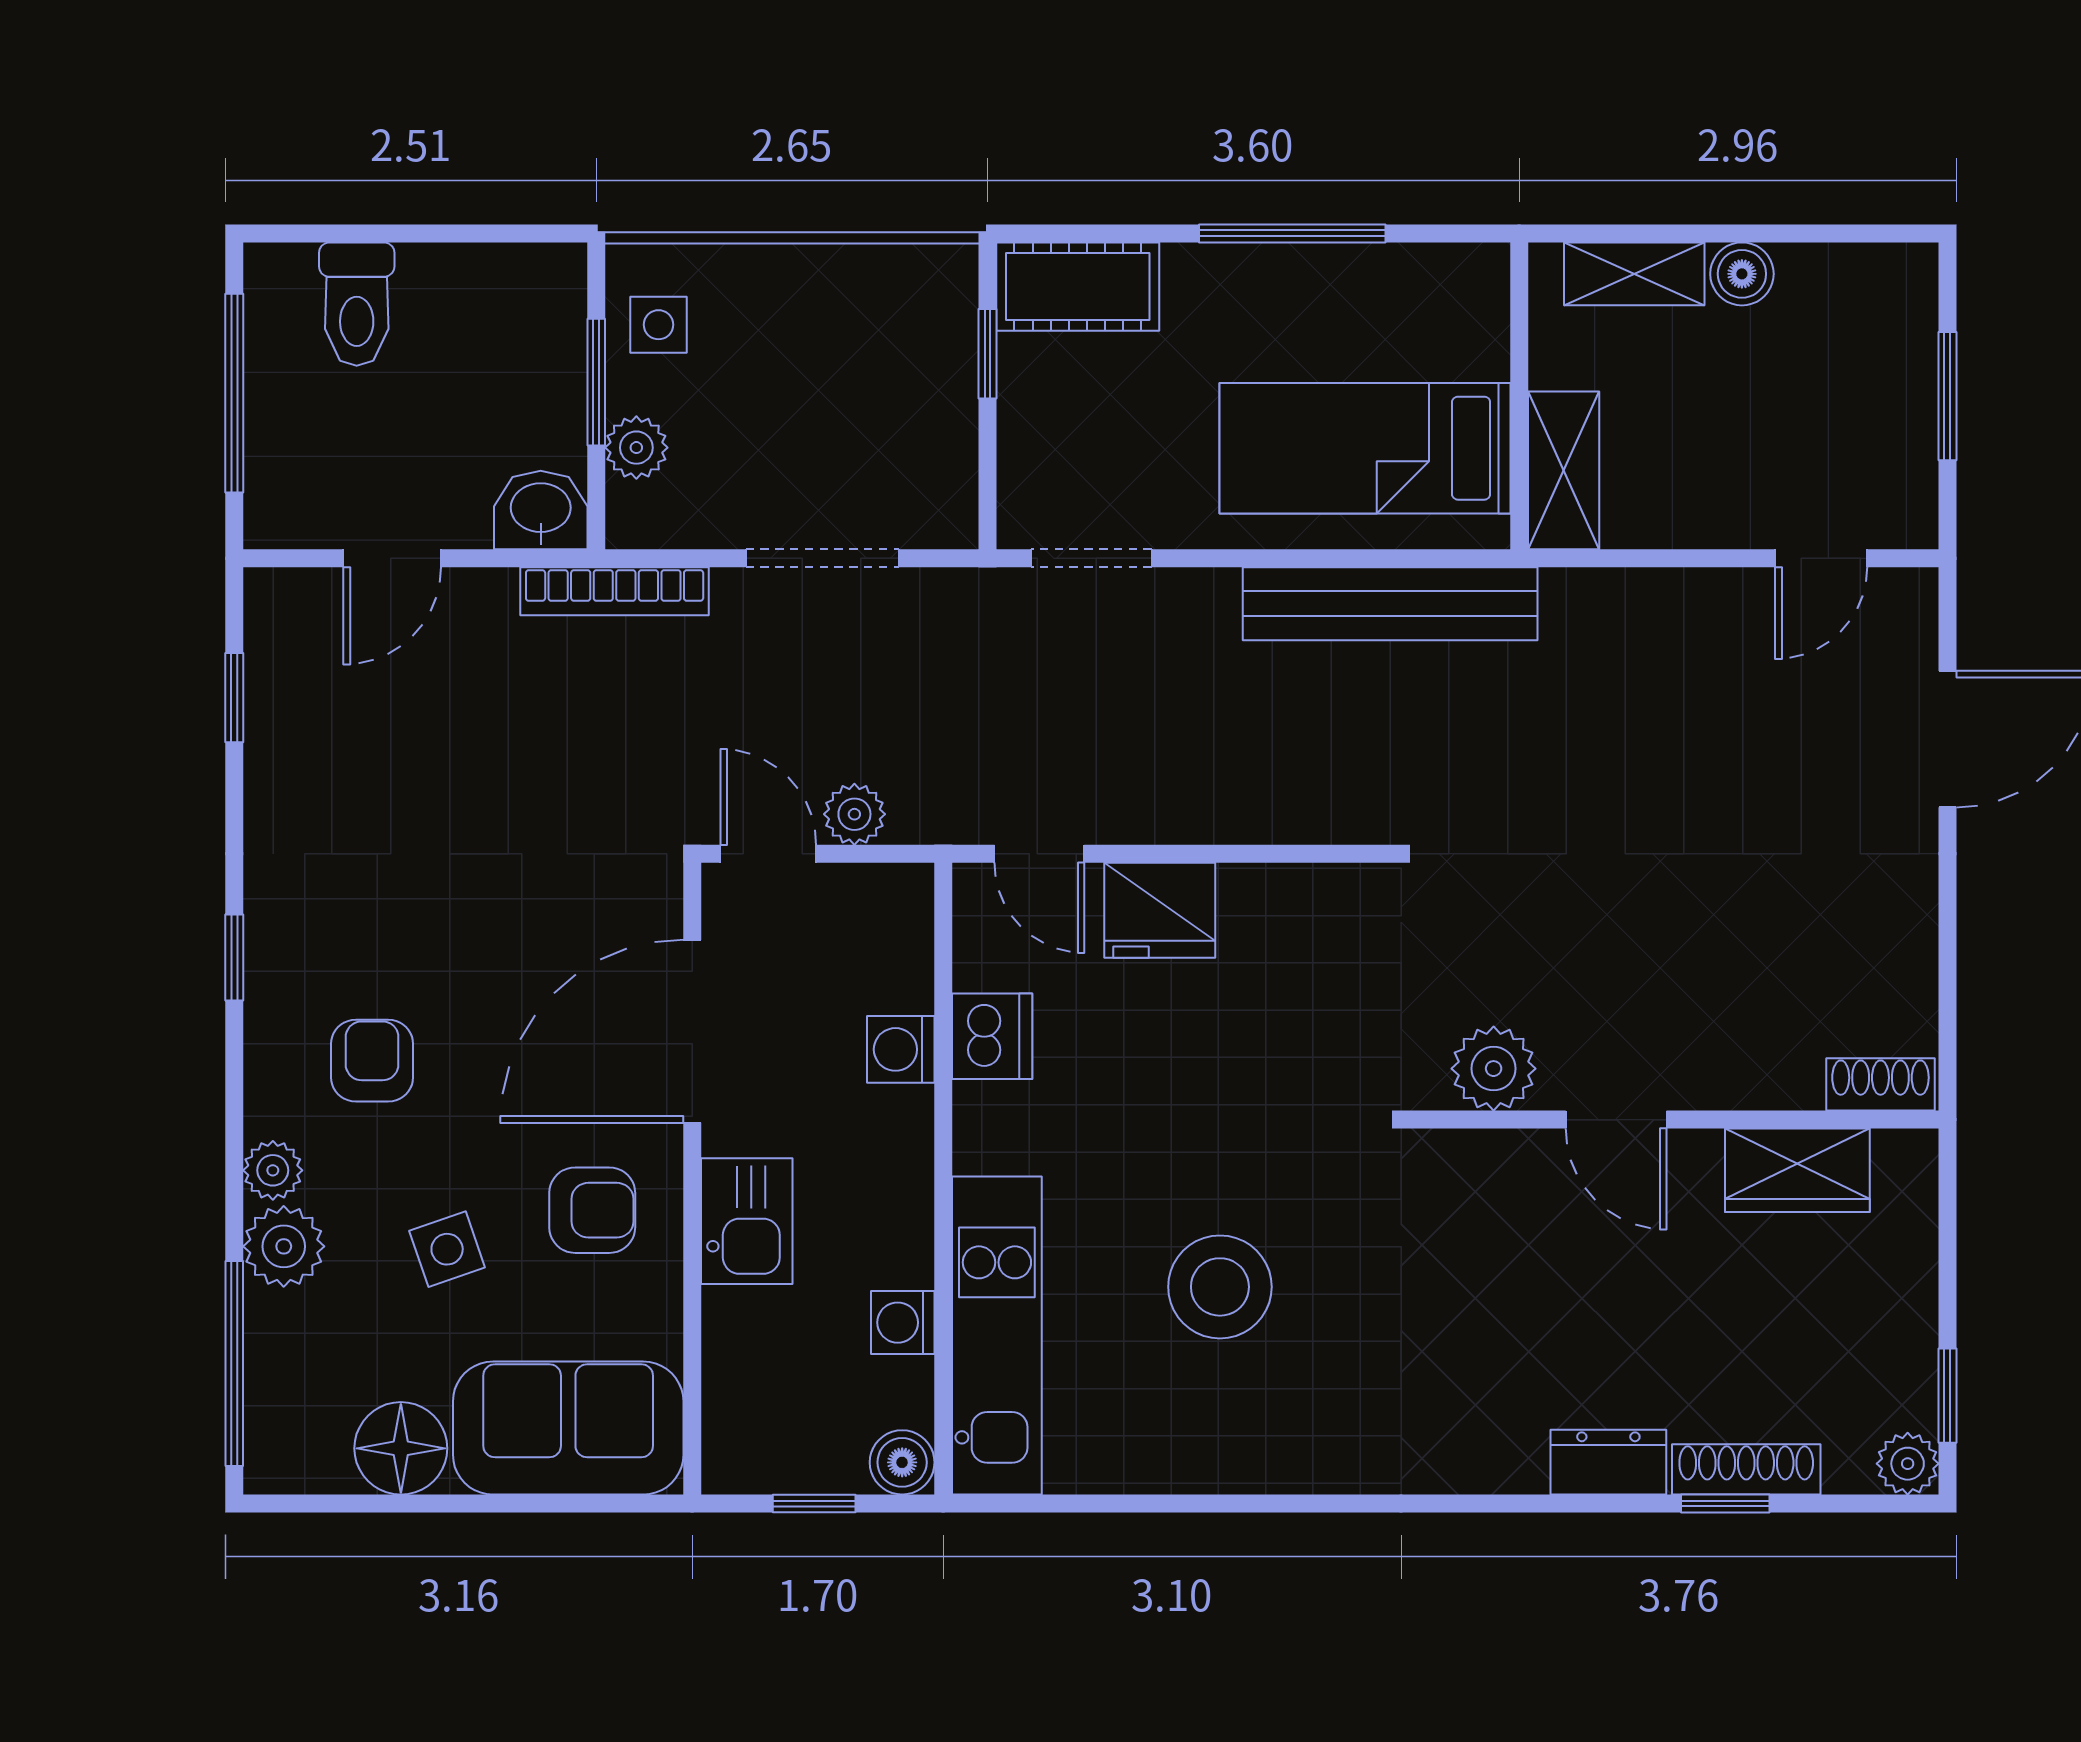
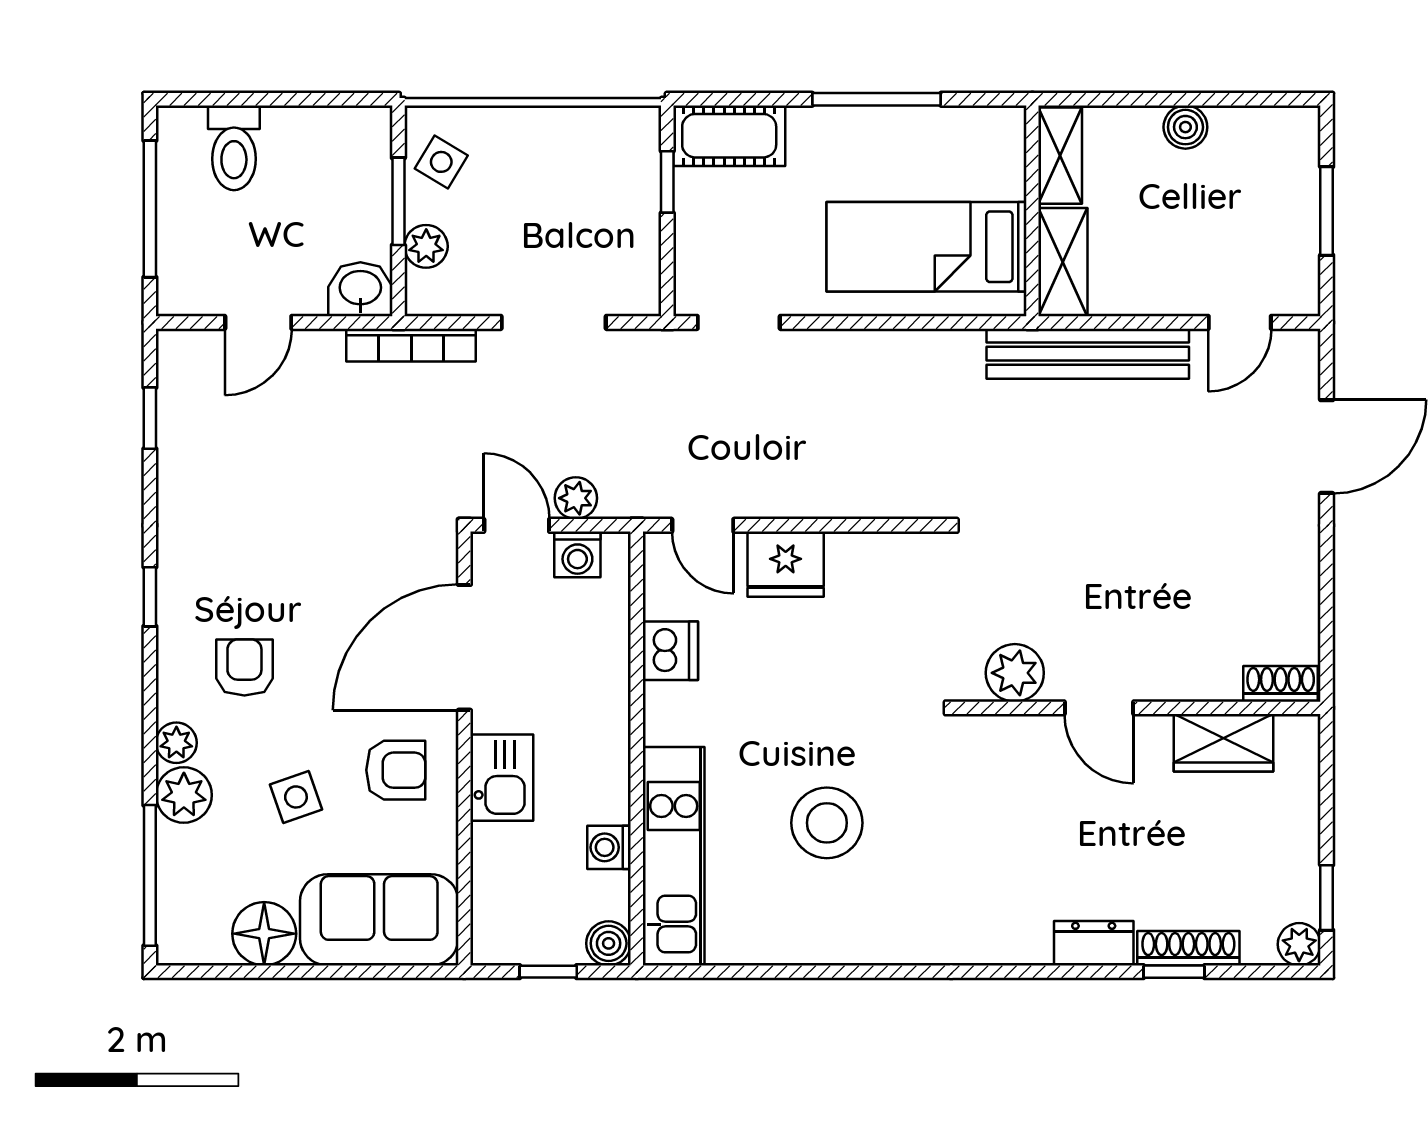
shelving: (1634, 274) -> (1060, 156), moved, turned 90
side table: (659, 325) -> (441, 162), turned 31
bench: (1390, 604) -> (1088, 354), moved
washing machine: (901, 1049) -> (577, 554), moved, turned -90

